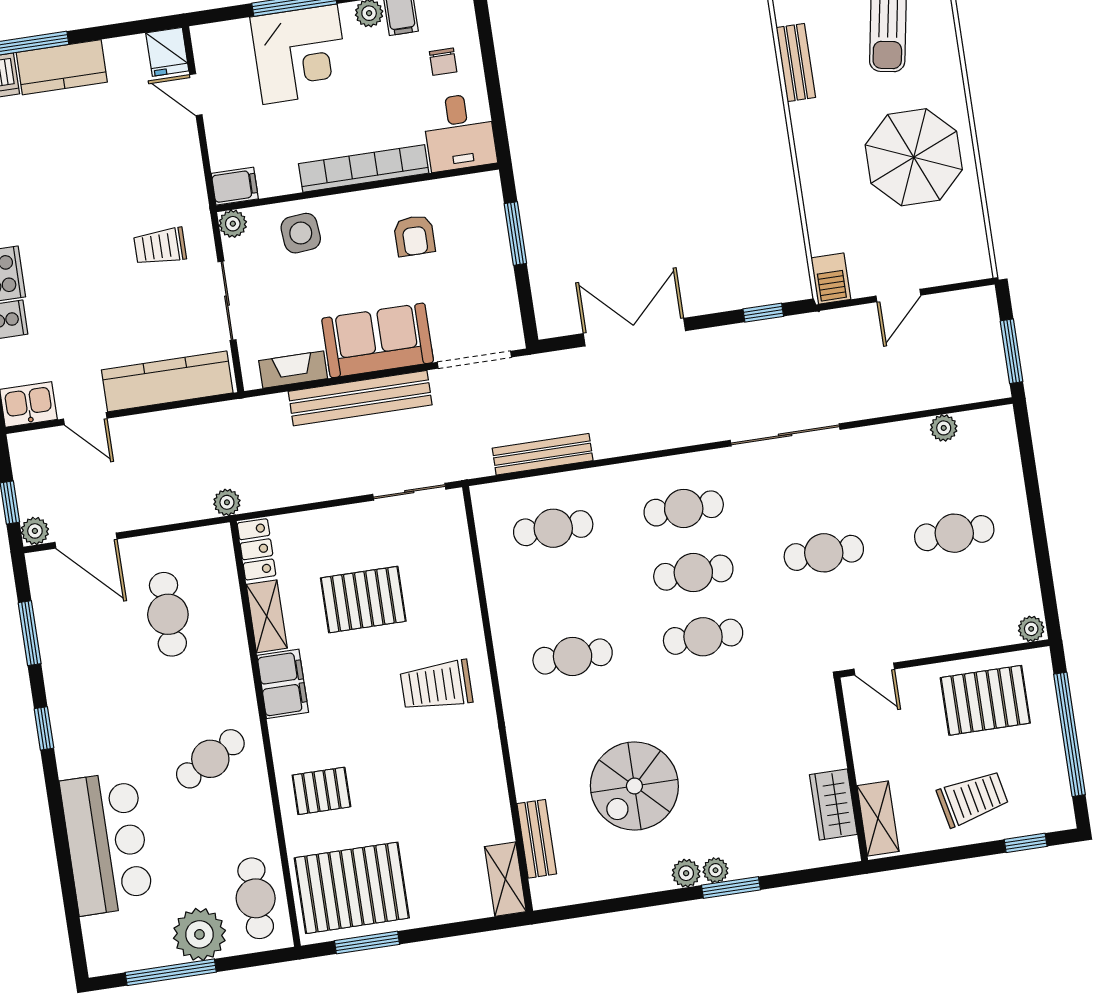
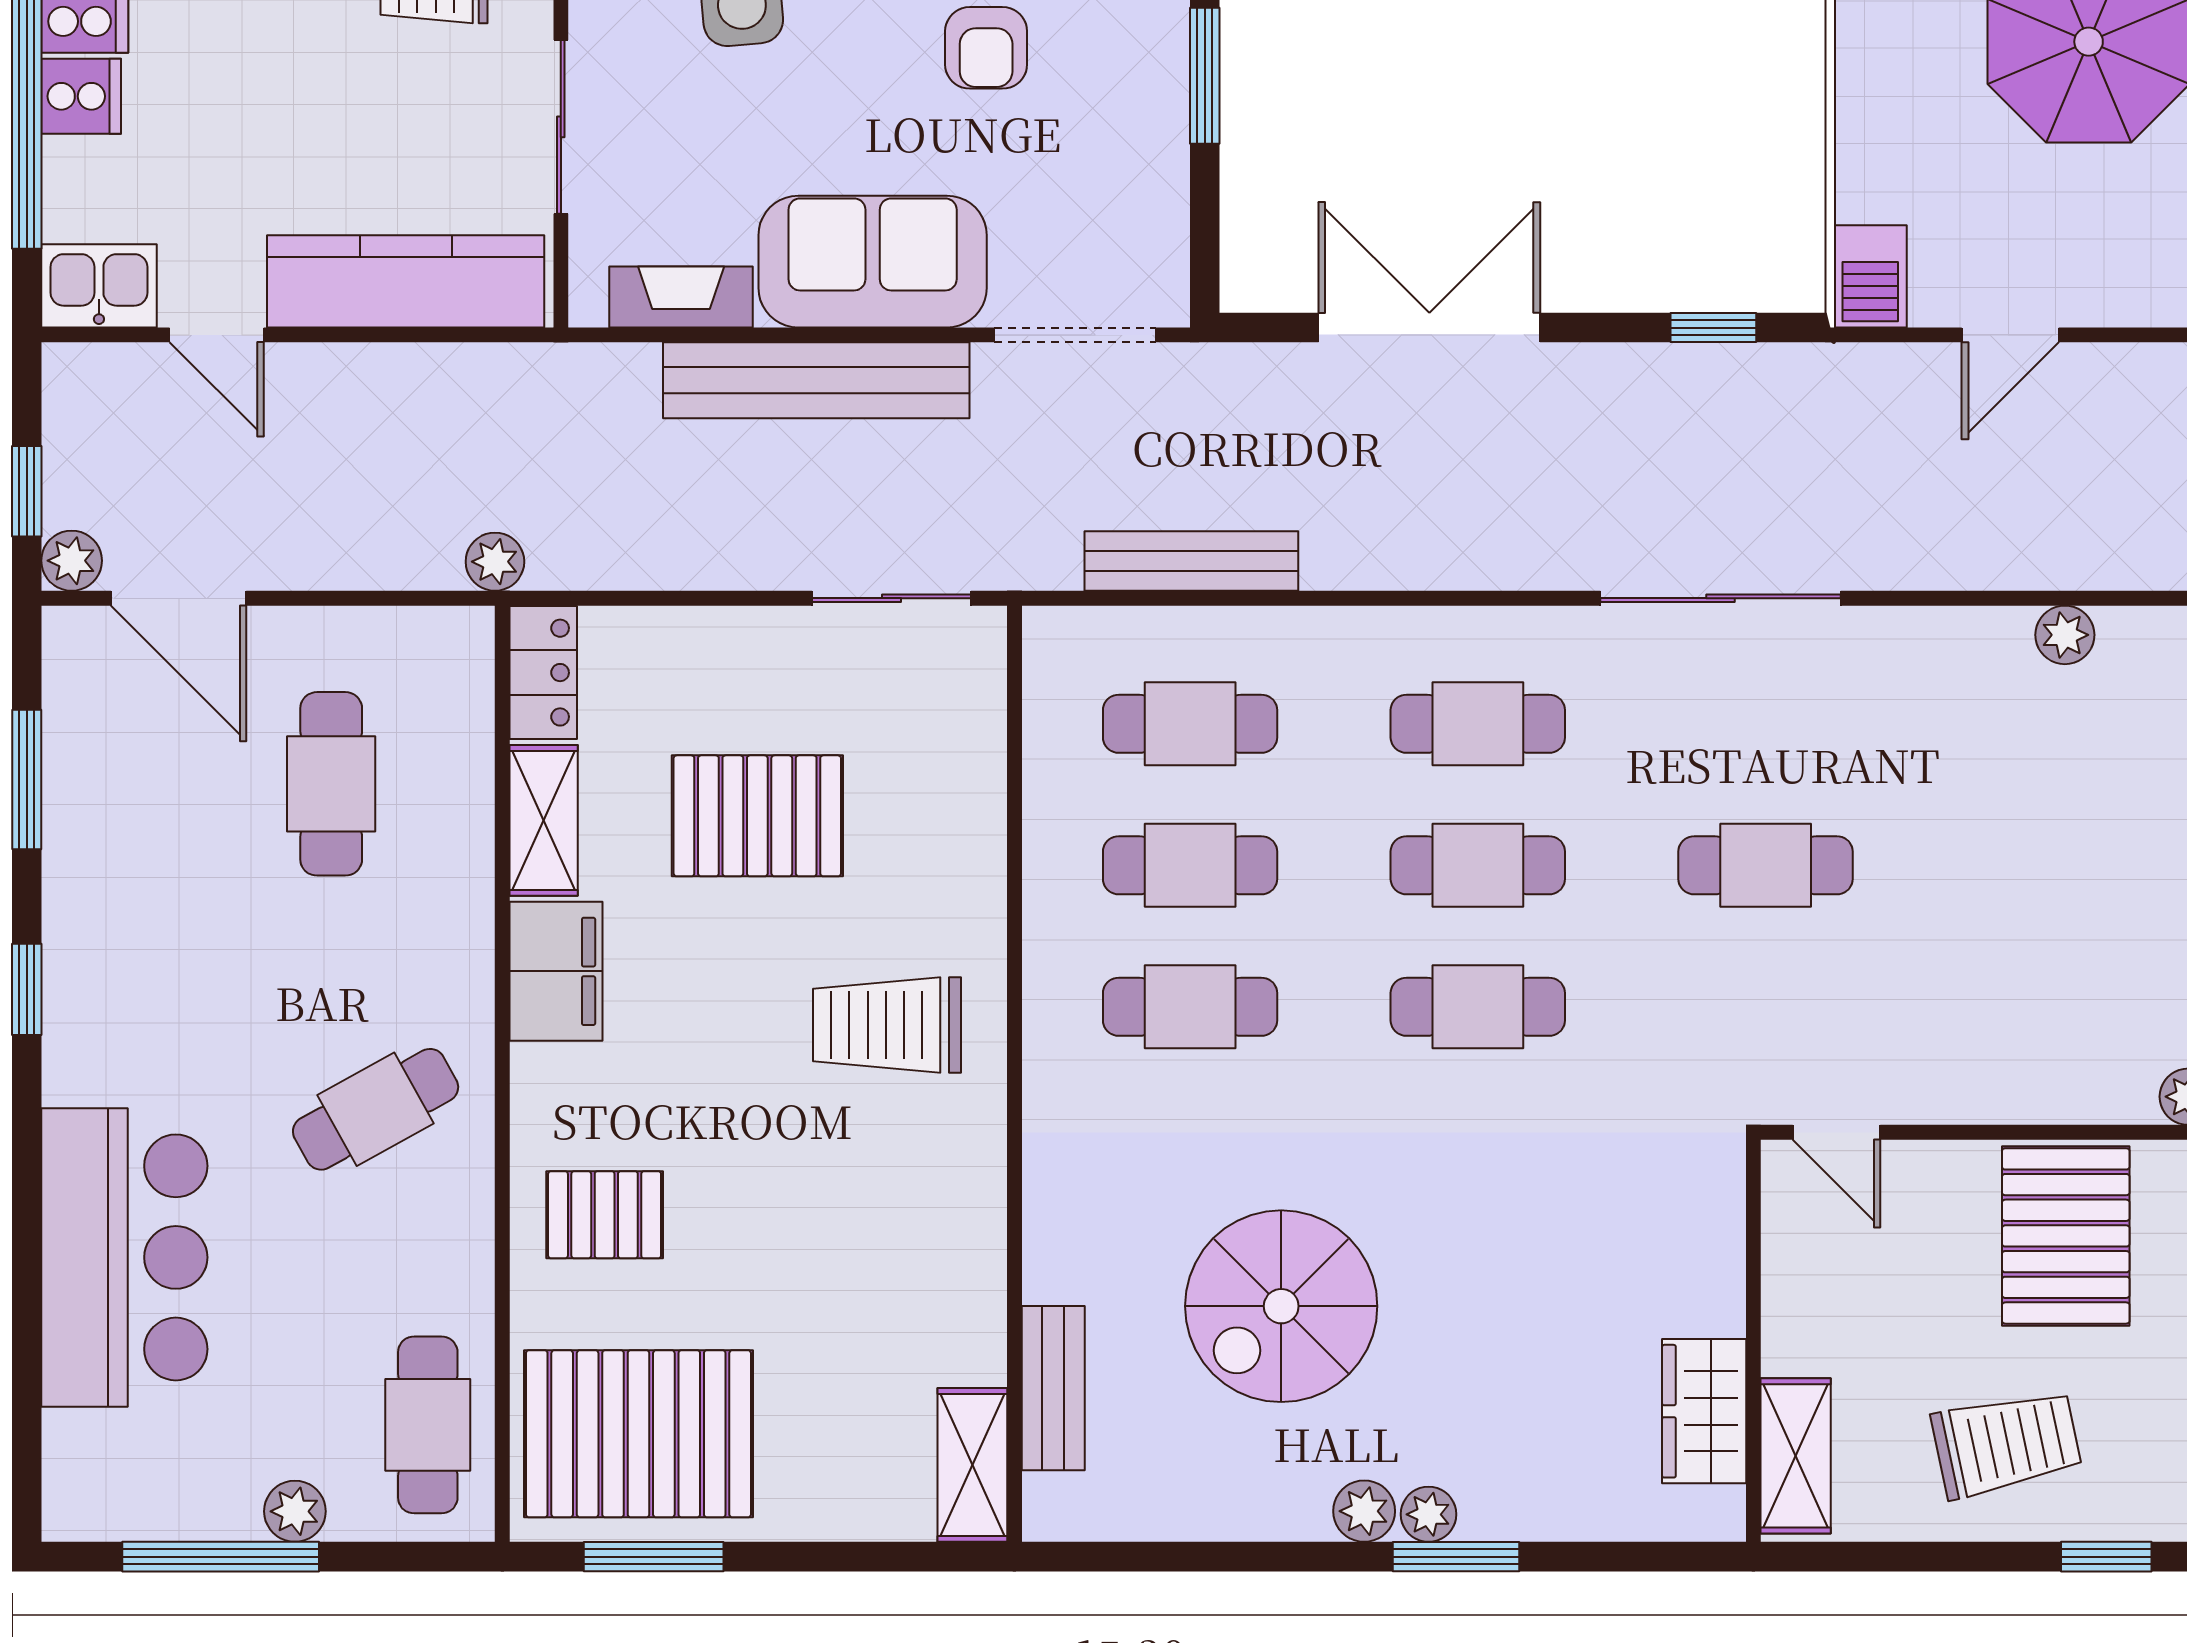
cafe table: (954, 533) -> (1190, 865), moved
pallet: (985, 700) -> (2066, 1236), turned 90
plant: (199, 934) -> (295, 1511), width x0.53, depth x0.53

